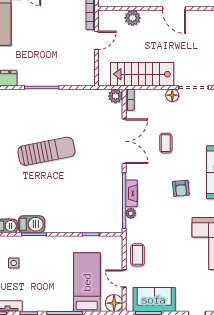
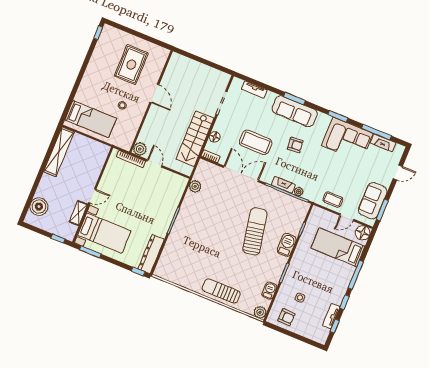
door: (174, 9) -> (154, 93), hinge flipped
plant: (132, 18) -> (140, 149), moved
floor lamp: (172, 95) -> (215, 137), moved
plant: (115, 96) -> (195, 186), moved
coffee table: (166, 143) -> (256, 142), width x1.86, depth x1.72
sun lounger: (46, 151) -> (255, 231), moved
barbecue: (32, 224) -> (287, 245), moved

